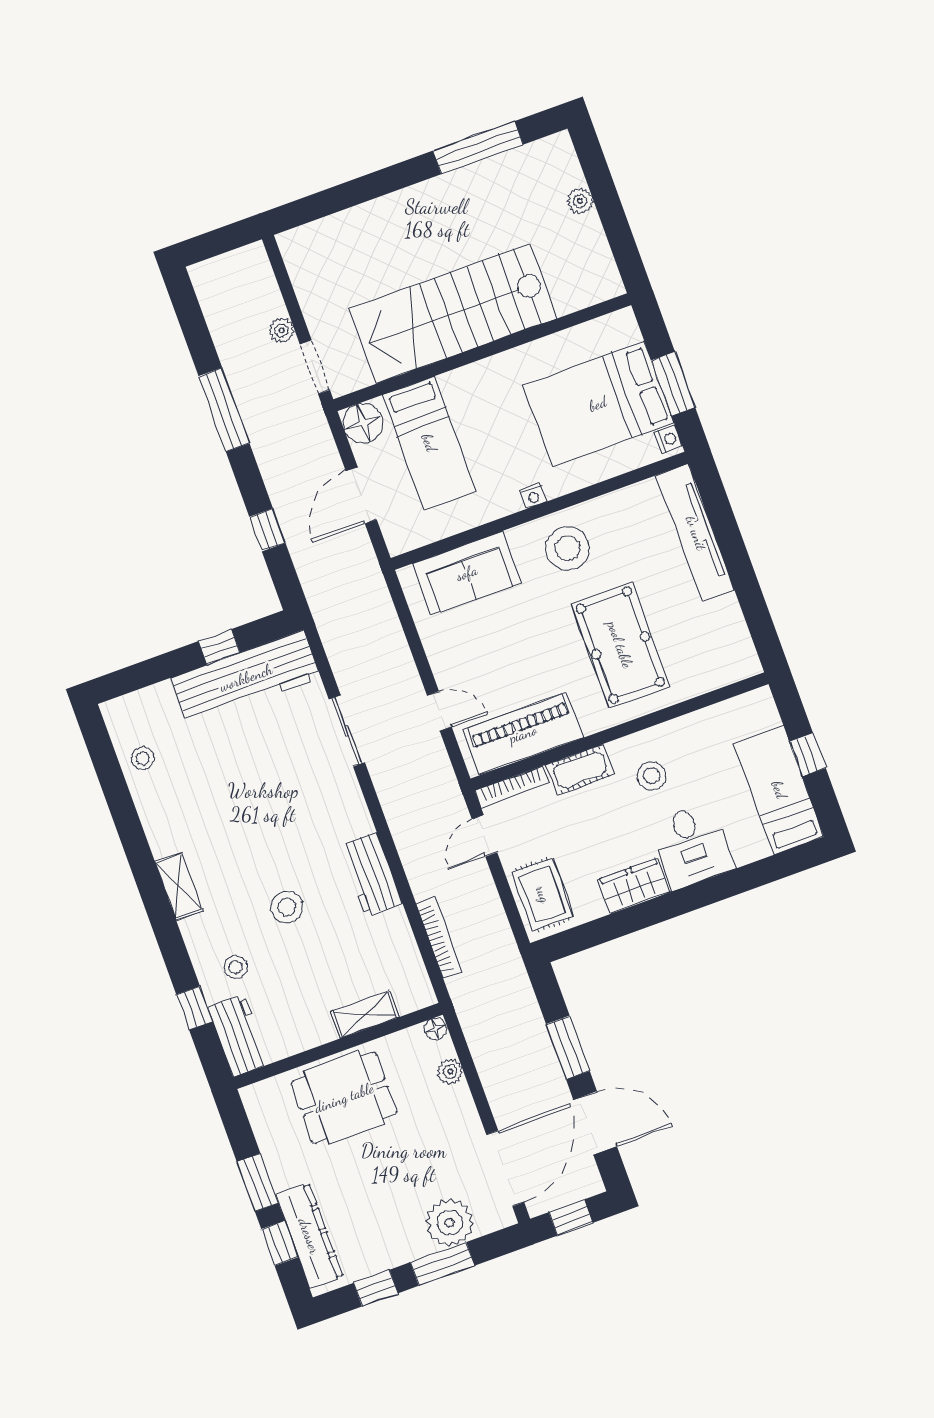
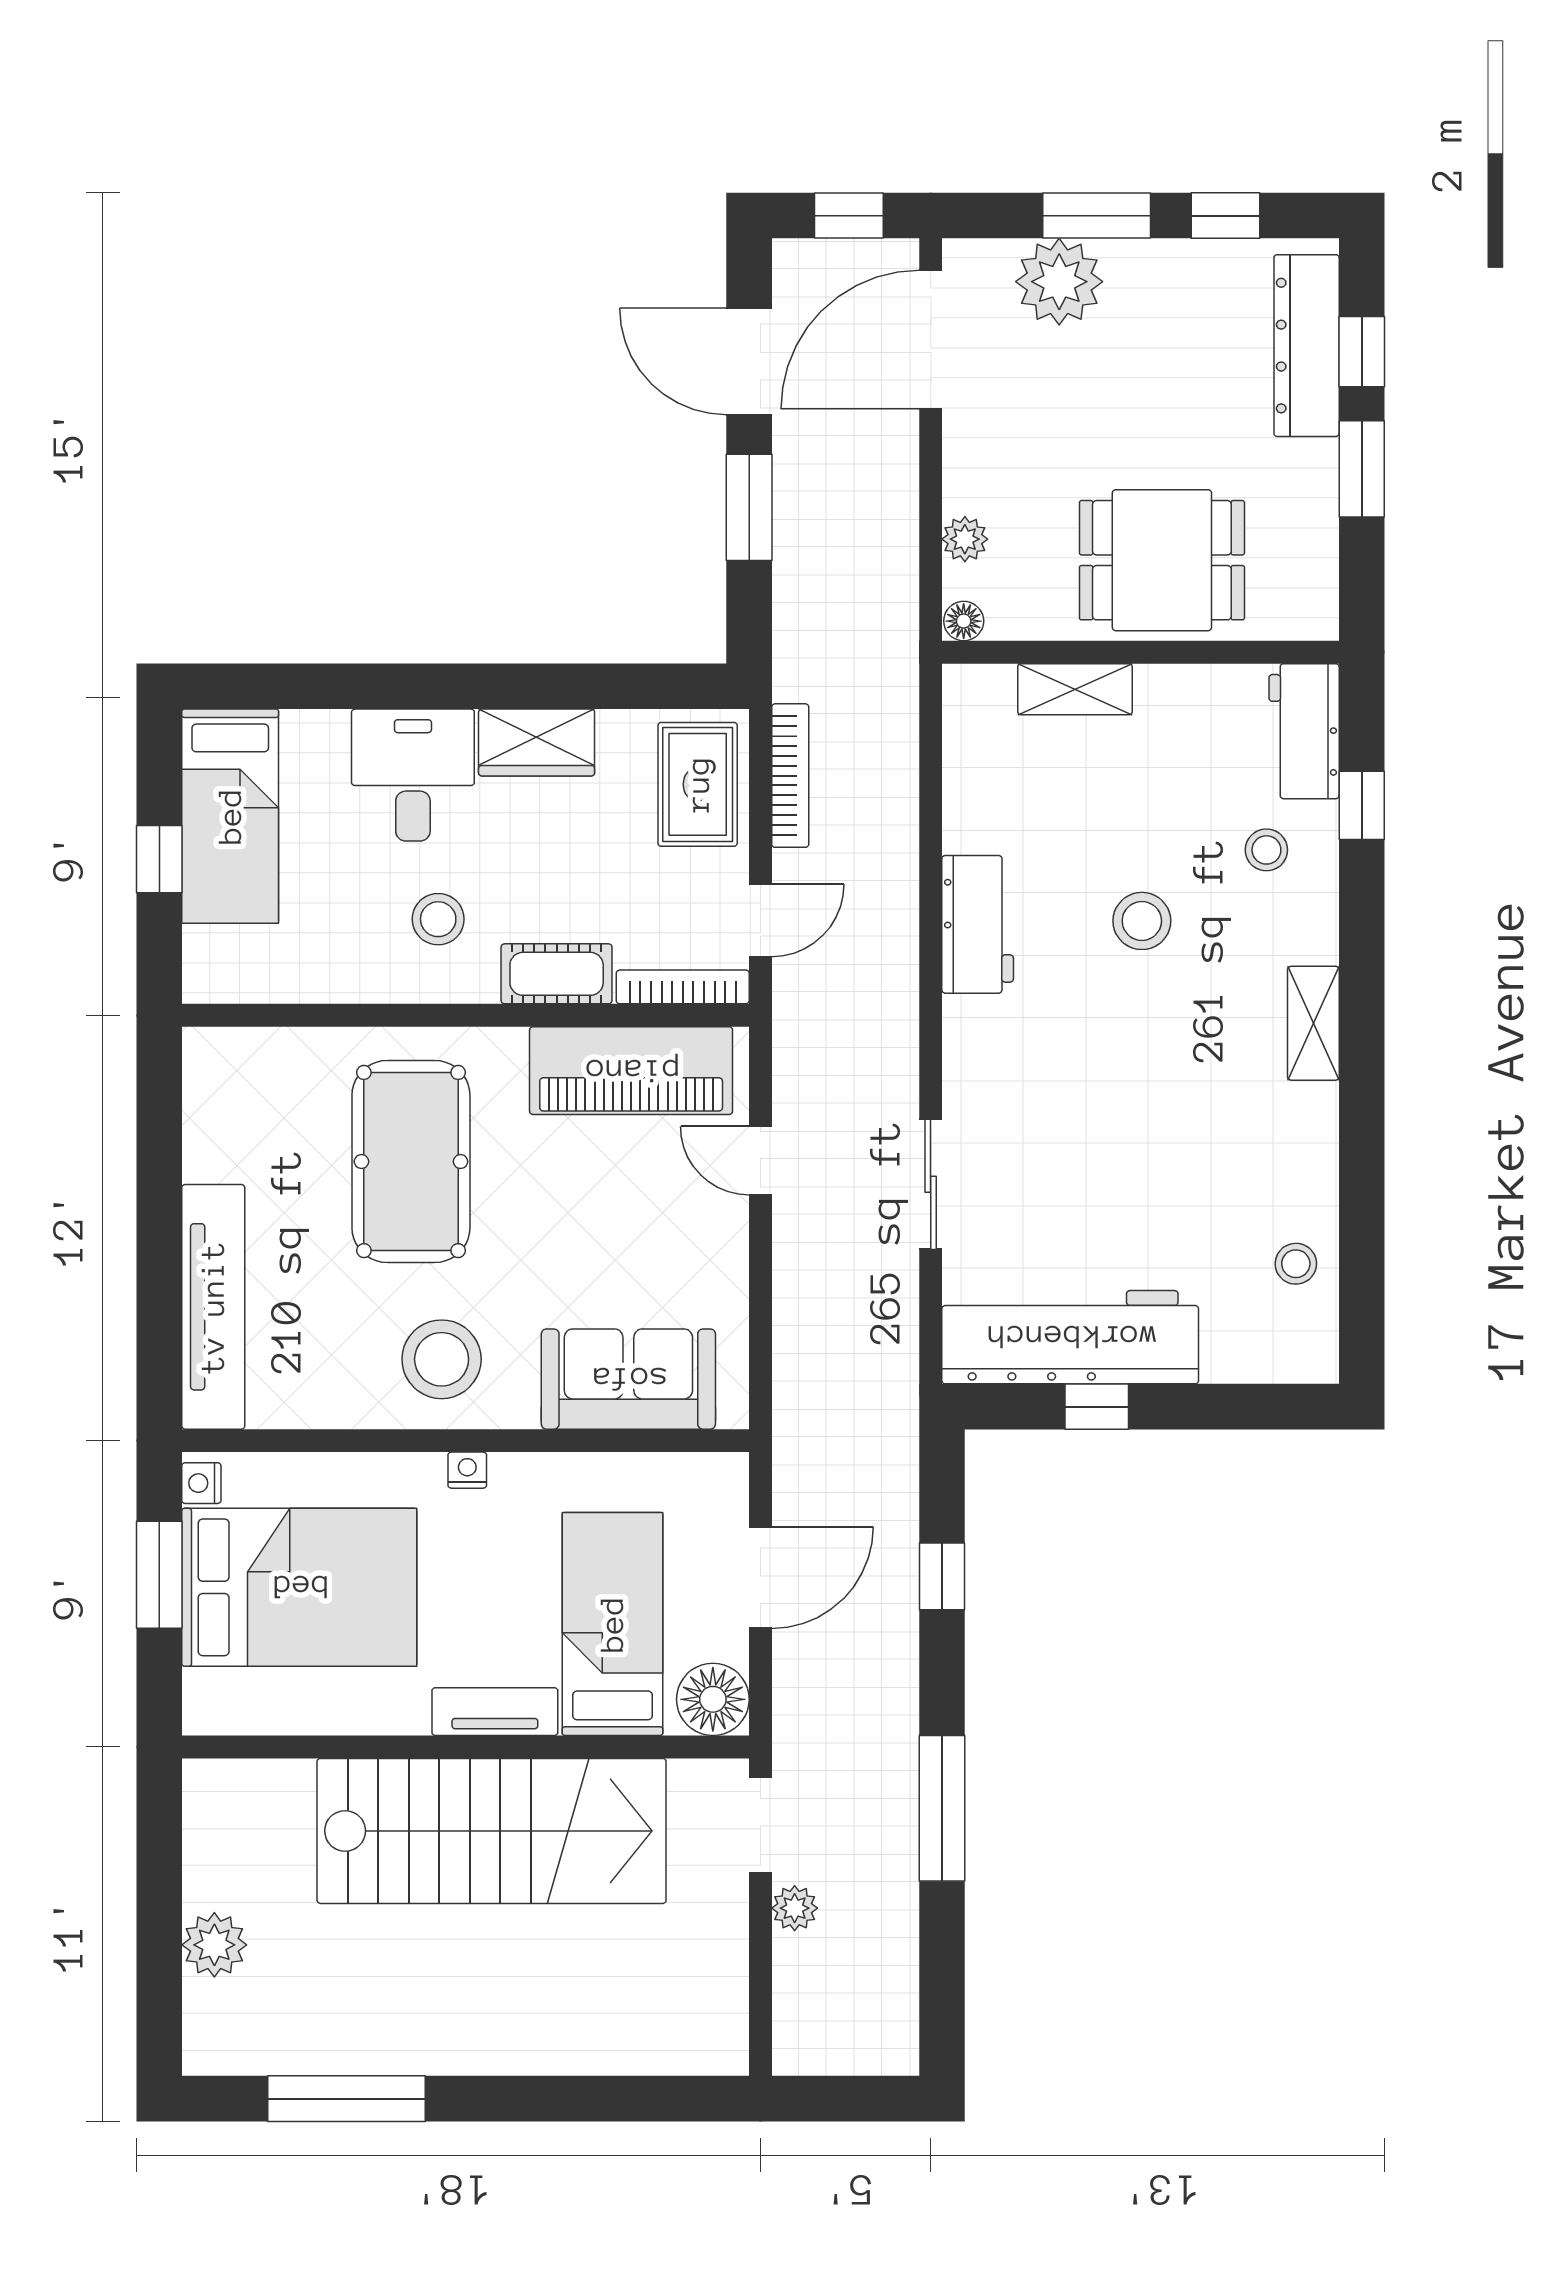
plant: (580, 201) -> (214, 1945), width x1.38, depth x1.38
tv unit: (474, 376) -> (495, 1712), added
bookcase: (439, 937) -> (790, 776), moved, turned 180

